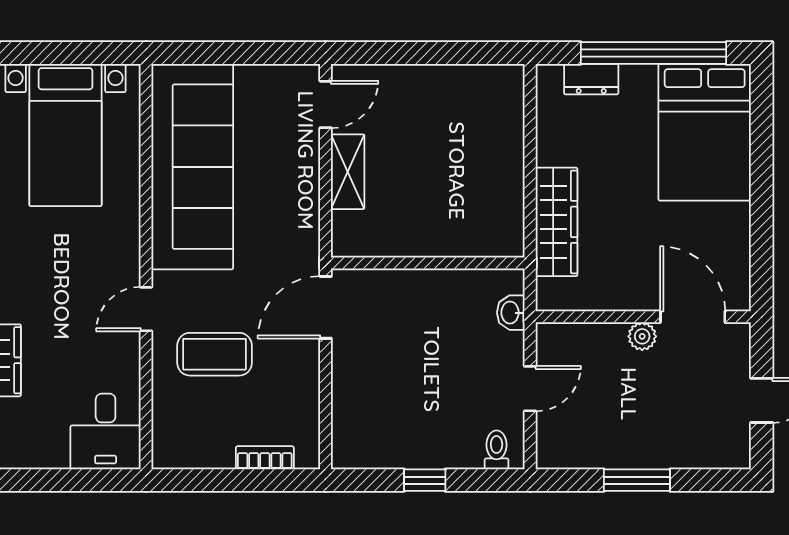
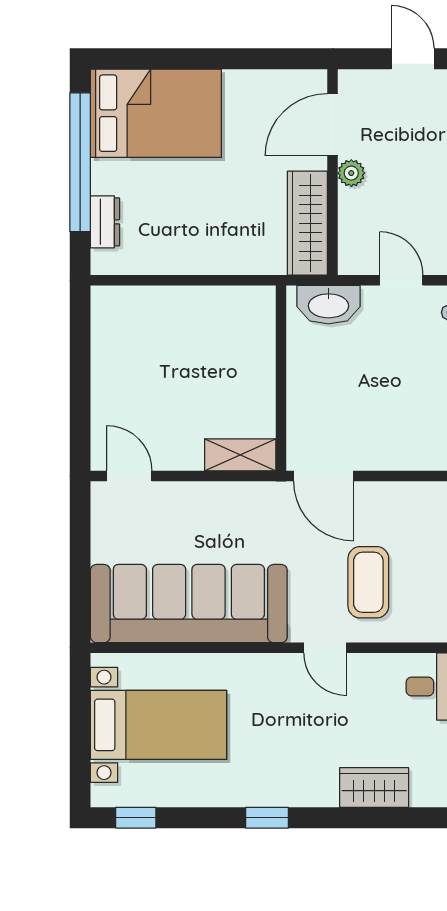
shelving: (348, 172) -> (240, 455), moved
wardrobe: (557, 222) -> (307, 223), moved, turned -90
washbasin: (511, 313) -> (328, 305), width x1.91, depth x1.45

